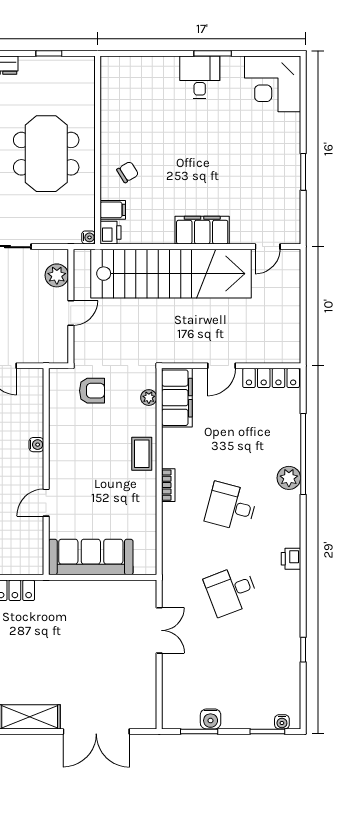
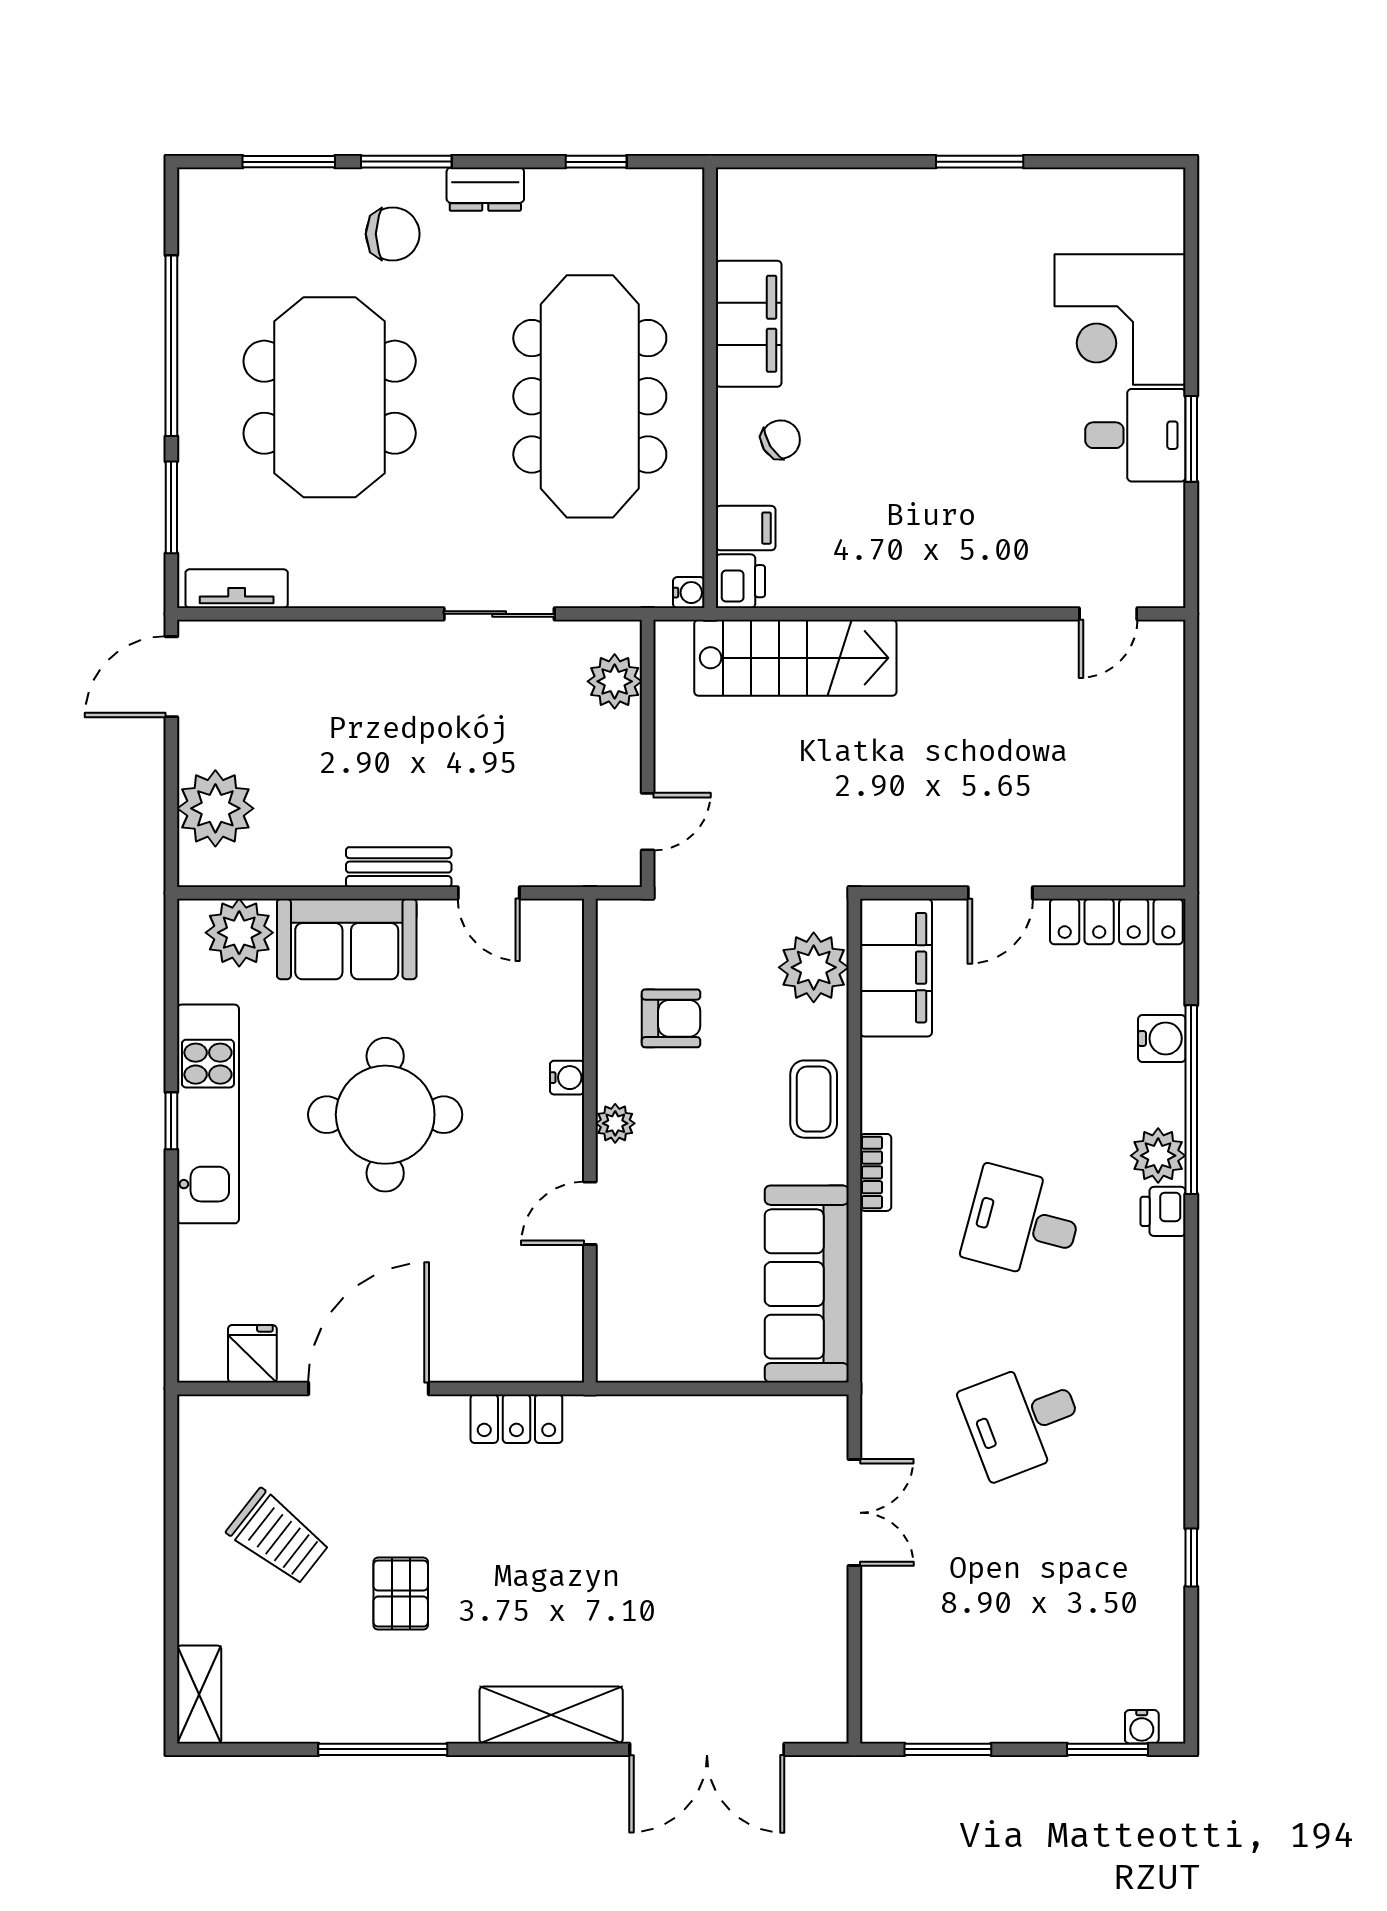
desk: (200, 77) -> (1135, 435), moved, turned 90
corner desk: (273, 84) -> (1120, 320), moved
meeting table: (46, 154) -> (590, 396), width x1.36
filing cabinet: (202, 230) -> (749, 324), moved, turned 90
stairs: (171, 274) -> (795, 658), width x0.54, depth x0.66
door: (71, 313) -> (648, 822), moved
armchair: (92, 391) -> (671, 1018), moved
plant: (149, 398) -> (814, 967), width x1.88, depth x1.88
plant: (57, 464) -> (615, 1123), added
sofa: (91, 557) -> (807, 1284), moved, turned -90
printer: (291, 559) -> (1163, 1211), moved
water cooler: (211, 719) -> (1162, 1038), moved, turned -90

